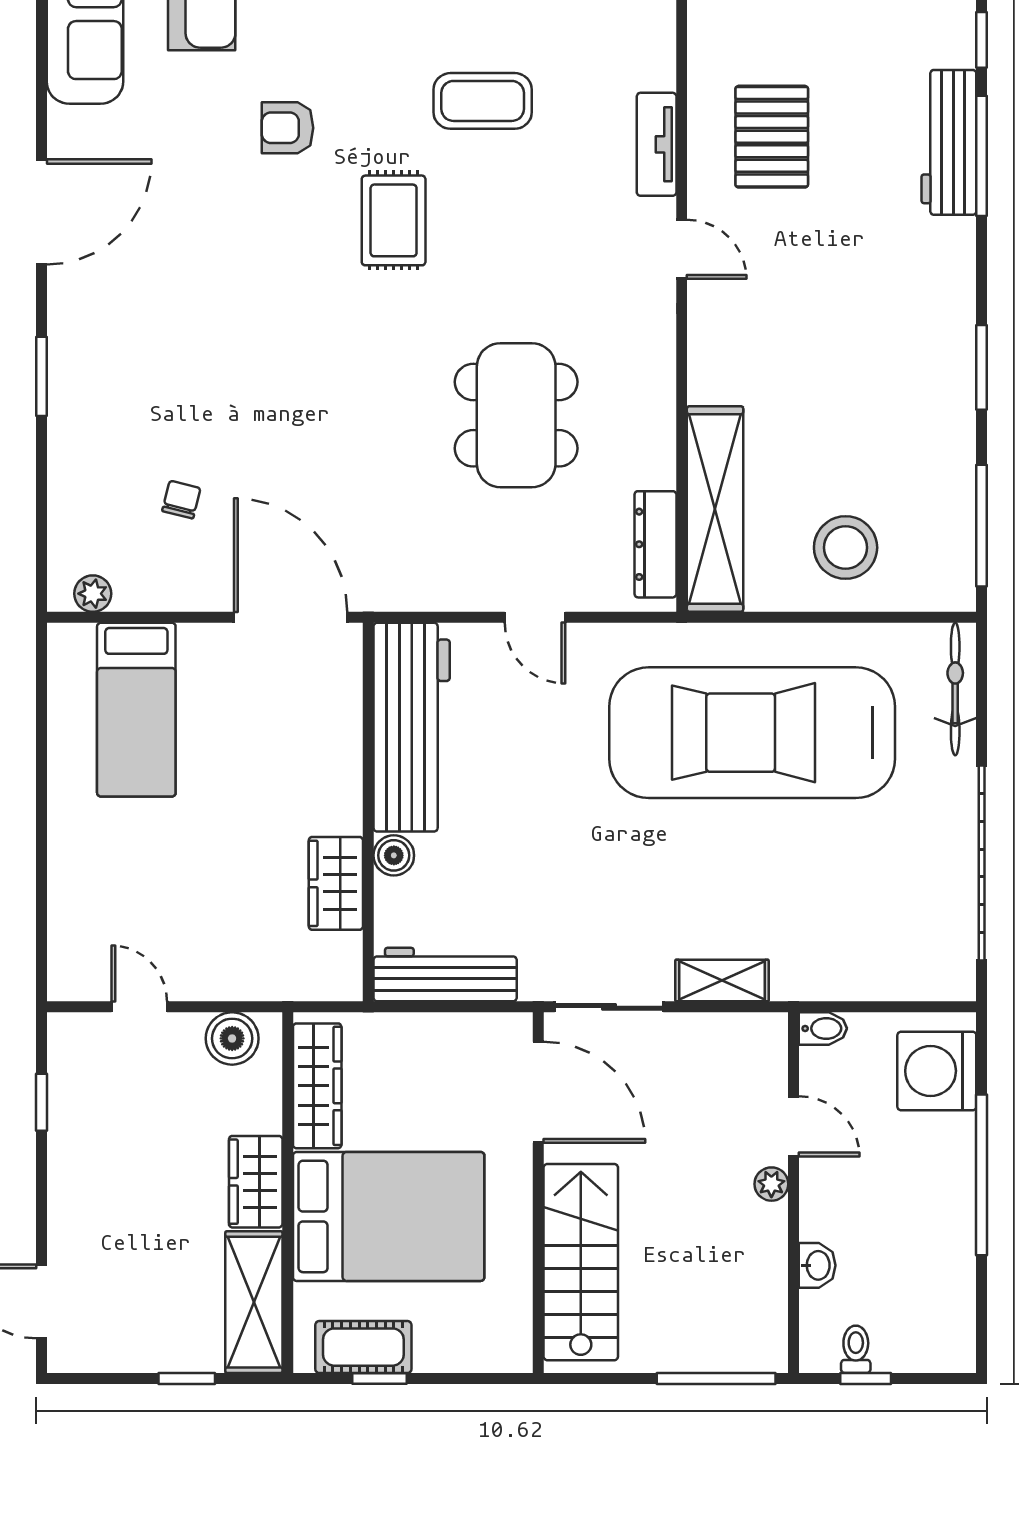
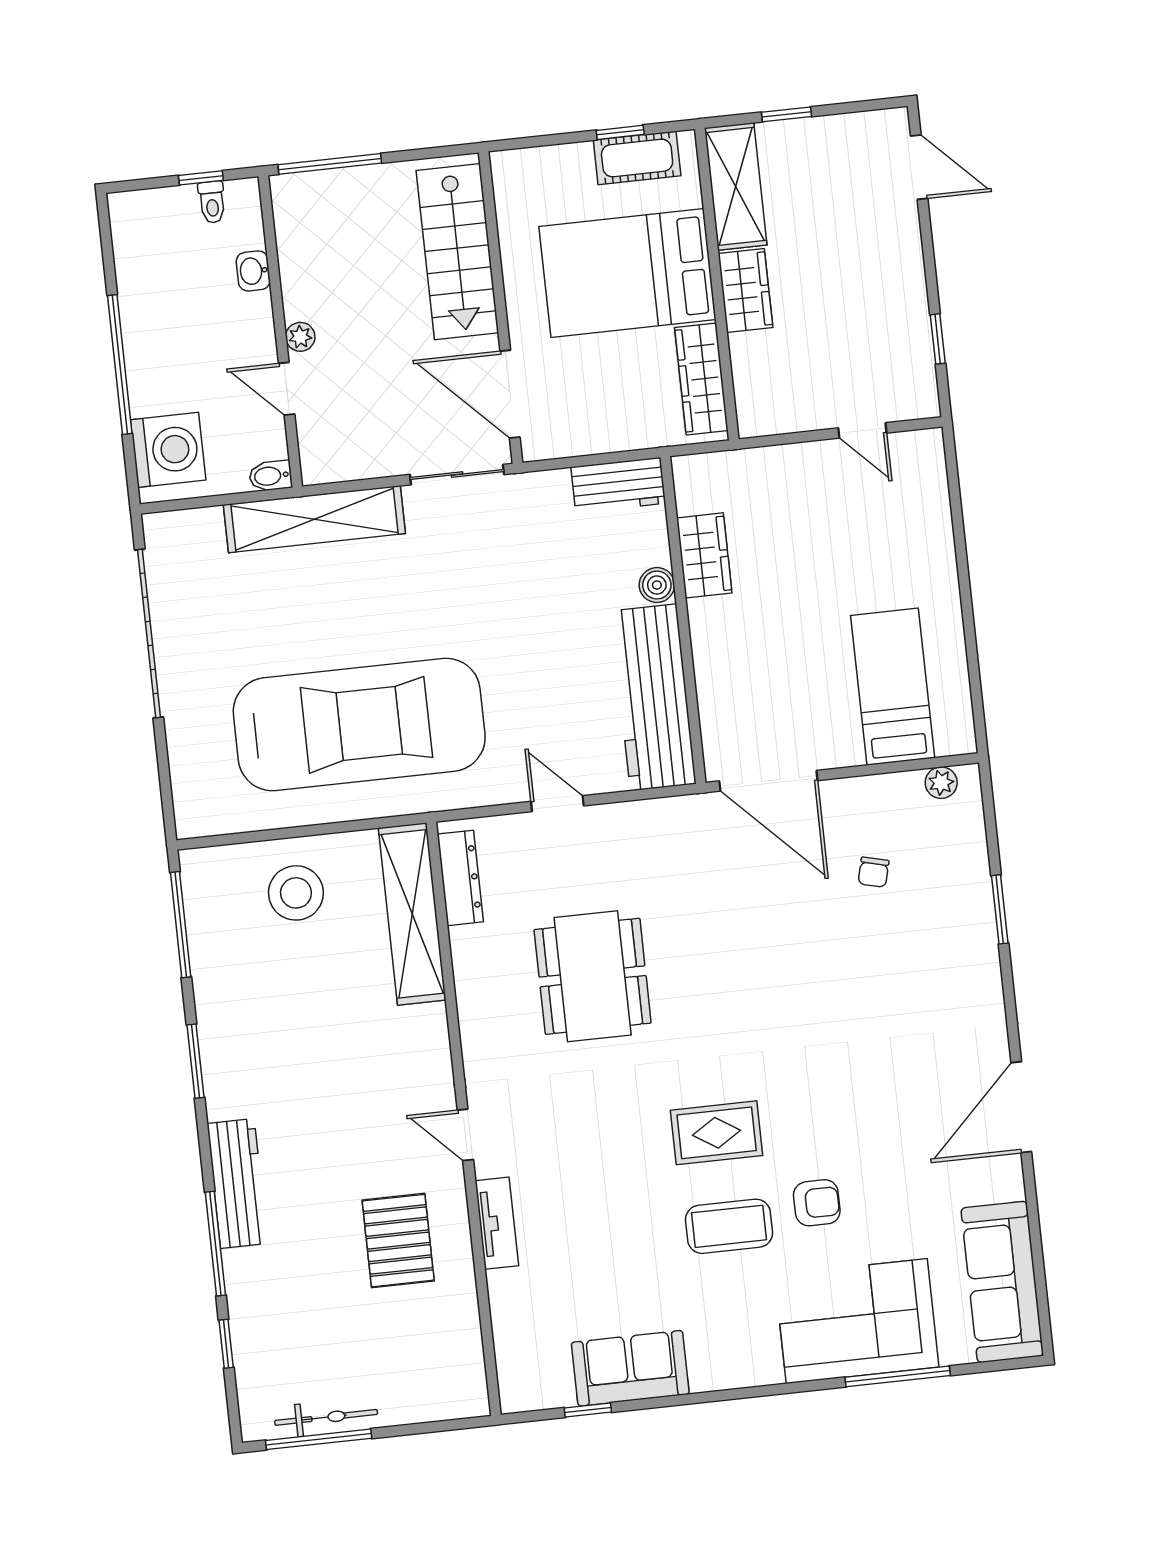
coffee table: (483, 101) -> (729, 1226), moved
workbench: (949, 142) -> (237, 1183), moved
rug: (394, 220) -> (717, 1133), turned 90
window: (41, 376) -> (1000, 909), moved
bicycle: (955, 689) -> (188, 781), removed
workbench: (445, 975) -> (618, 485), width x0.73
shelving: (722, 981) -> (314, 519), width x2.20, depth x1.33
boiler: (232, 1038) -> (779, 412), removed

